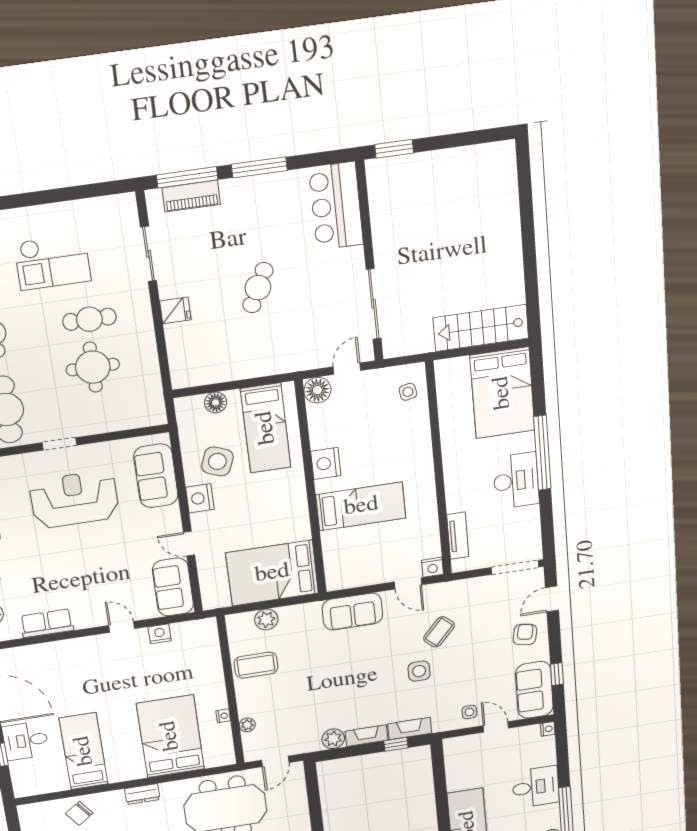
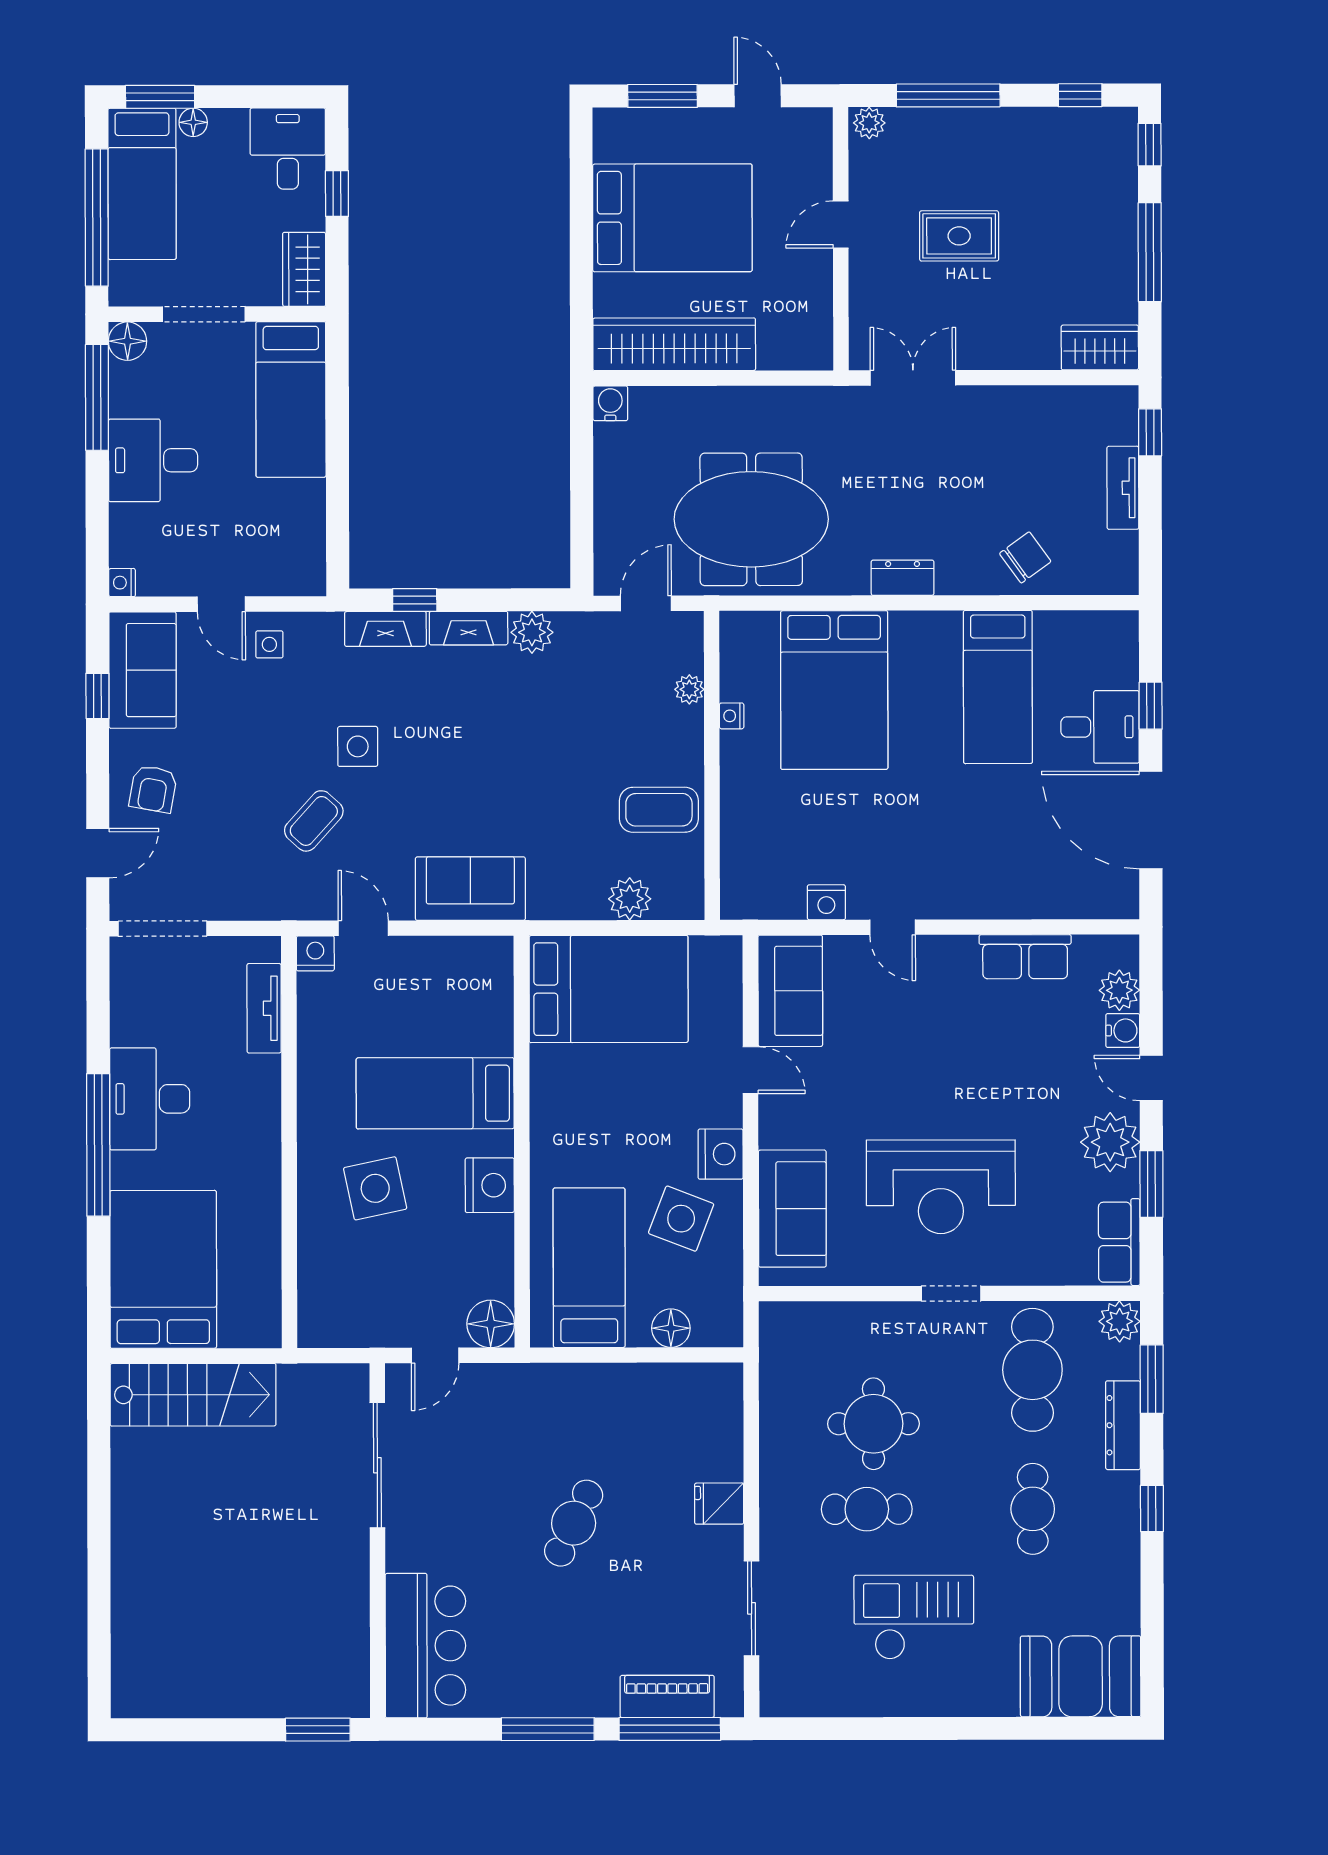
side table: (408, 392) -> (375, 1188), moved, width x1.87, depth x1.87

